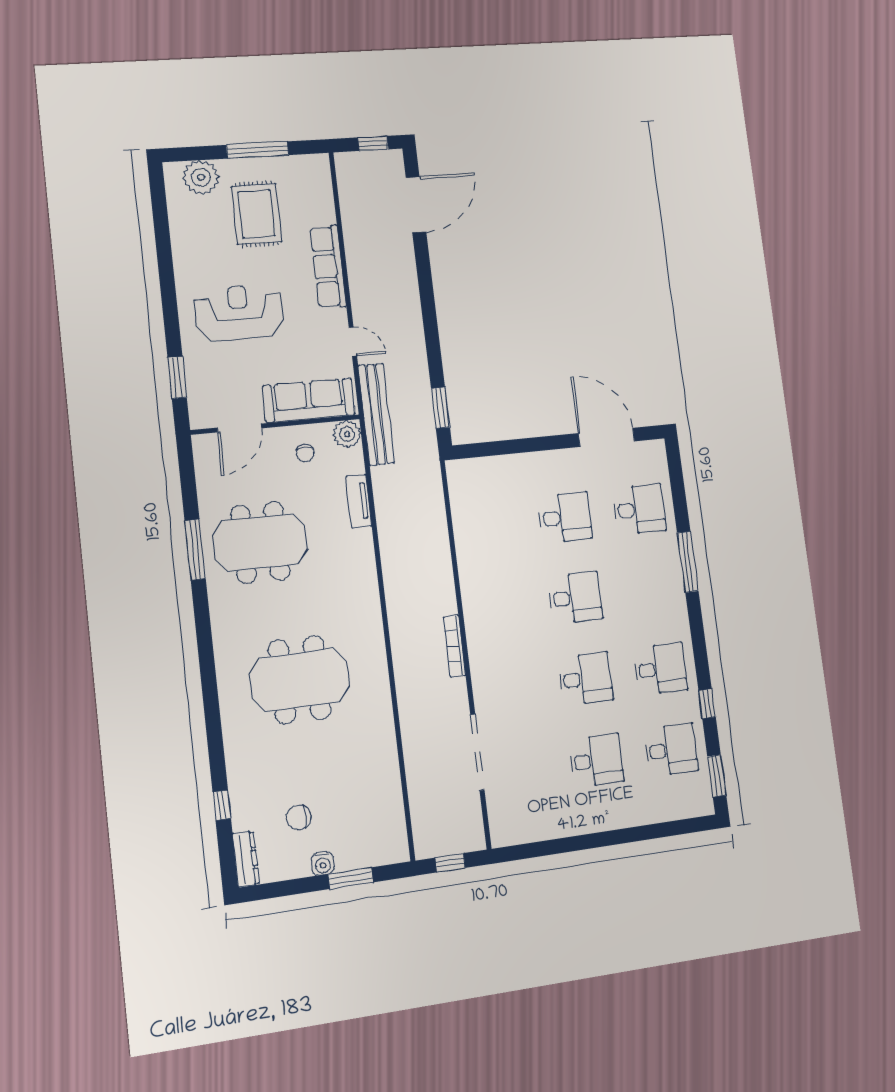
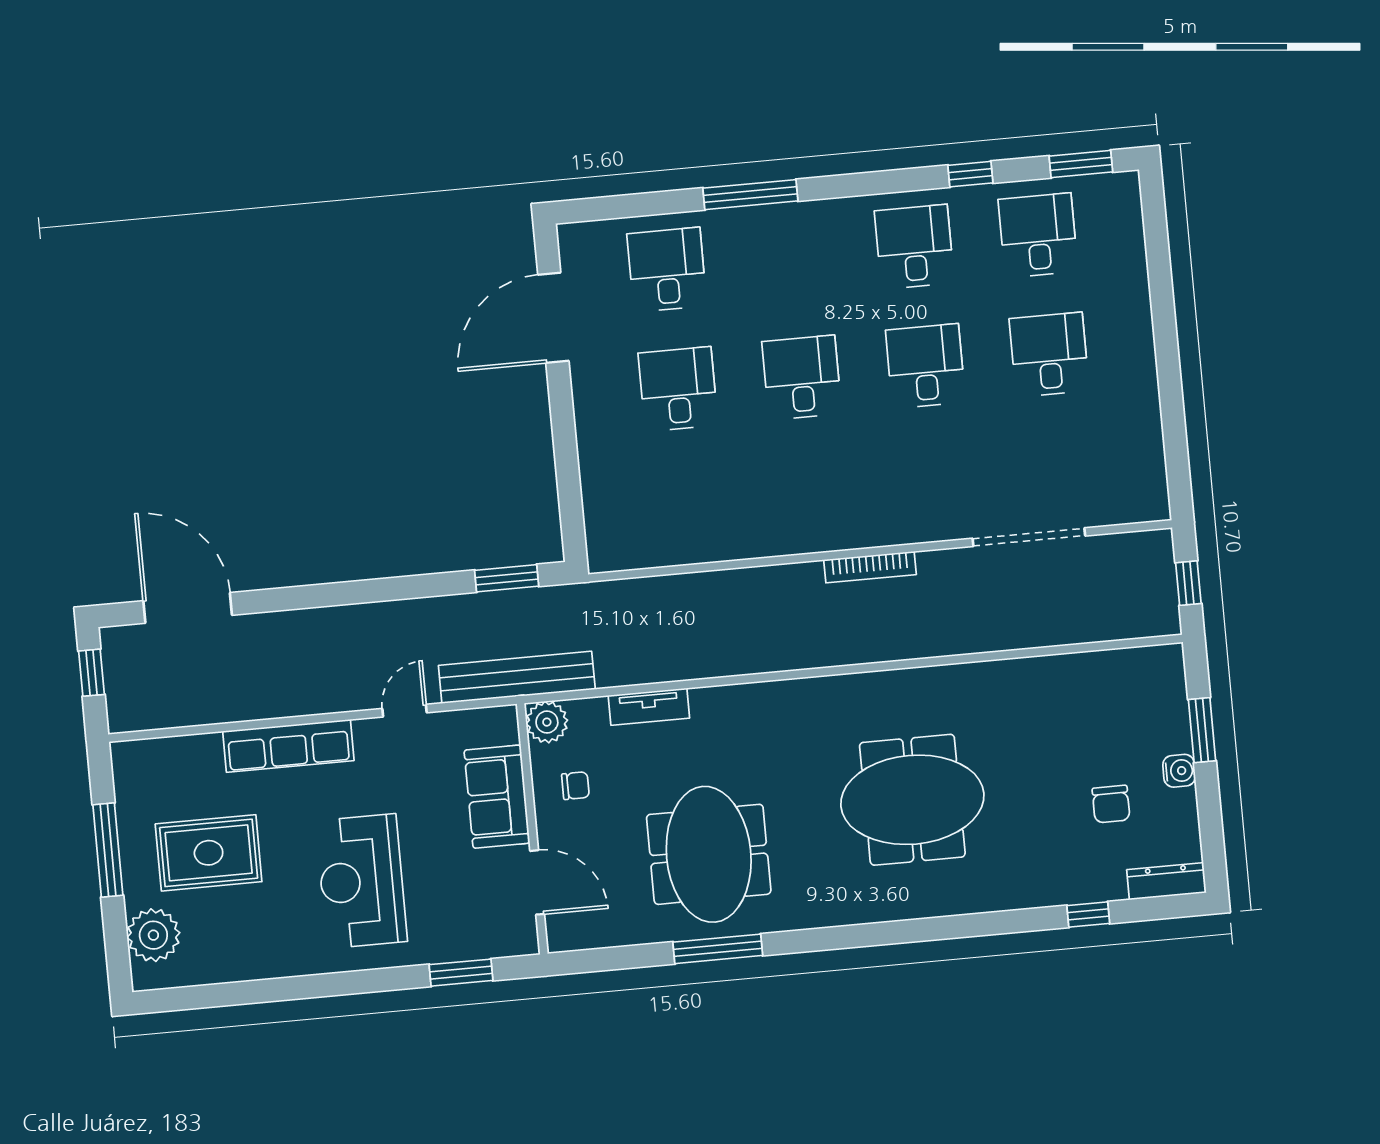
sofa: (309, 400) -> (497, 797), width x0.73
meeting table: (300, 680) -> (912, 800), turned 90

